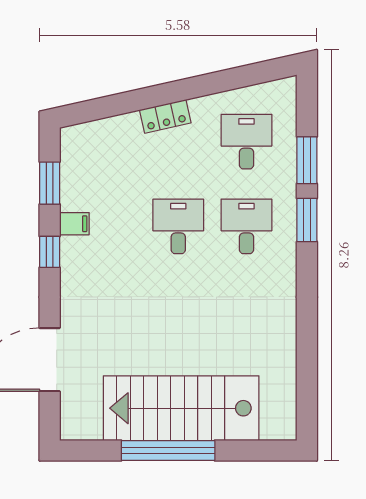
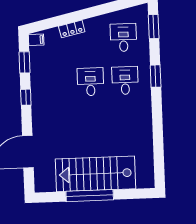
locker: (165, 116) -> (72, 29), moved
window: (307, 160) -> (154, 27), moved
filing cabinet: (74, 224) -> (36, 40), moved

